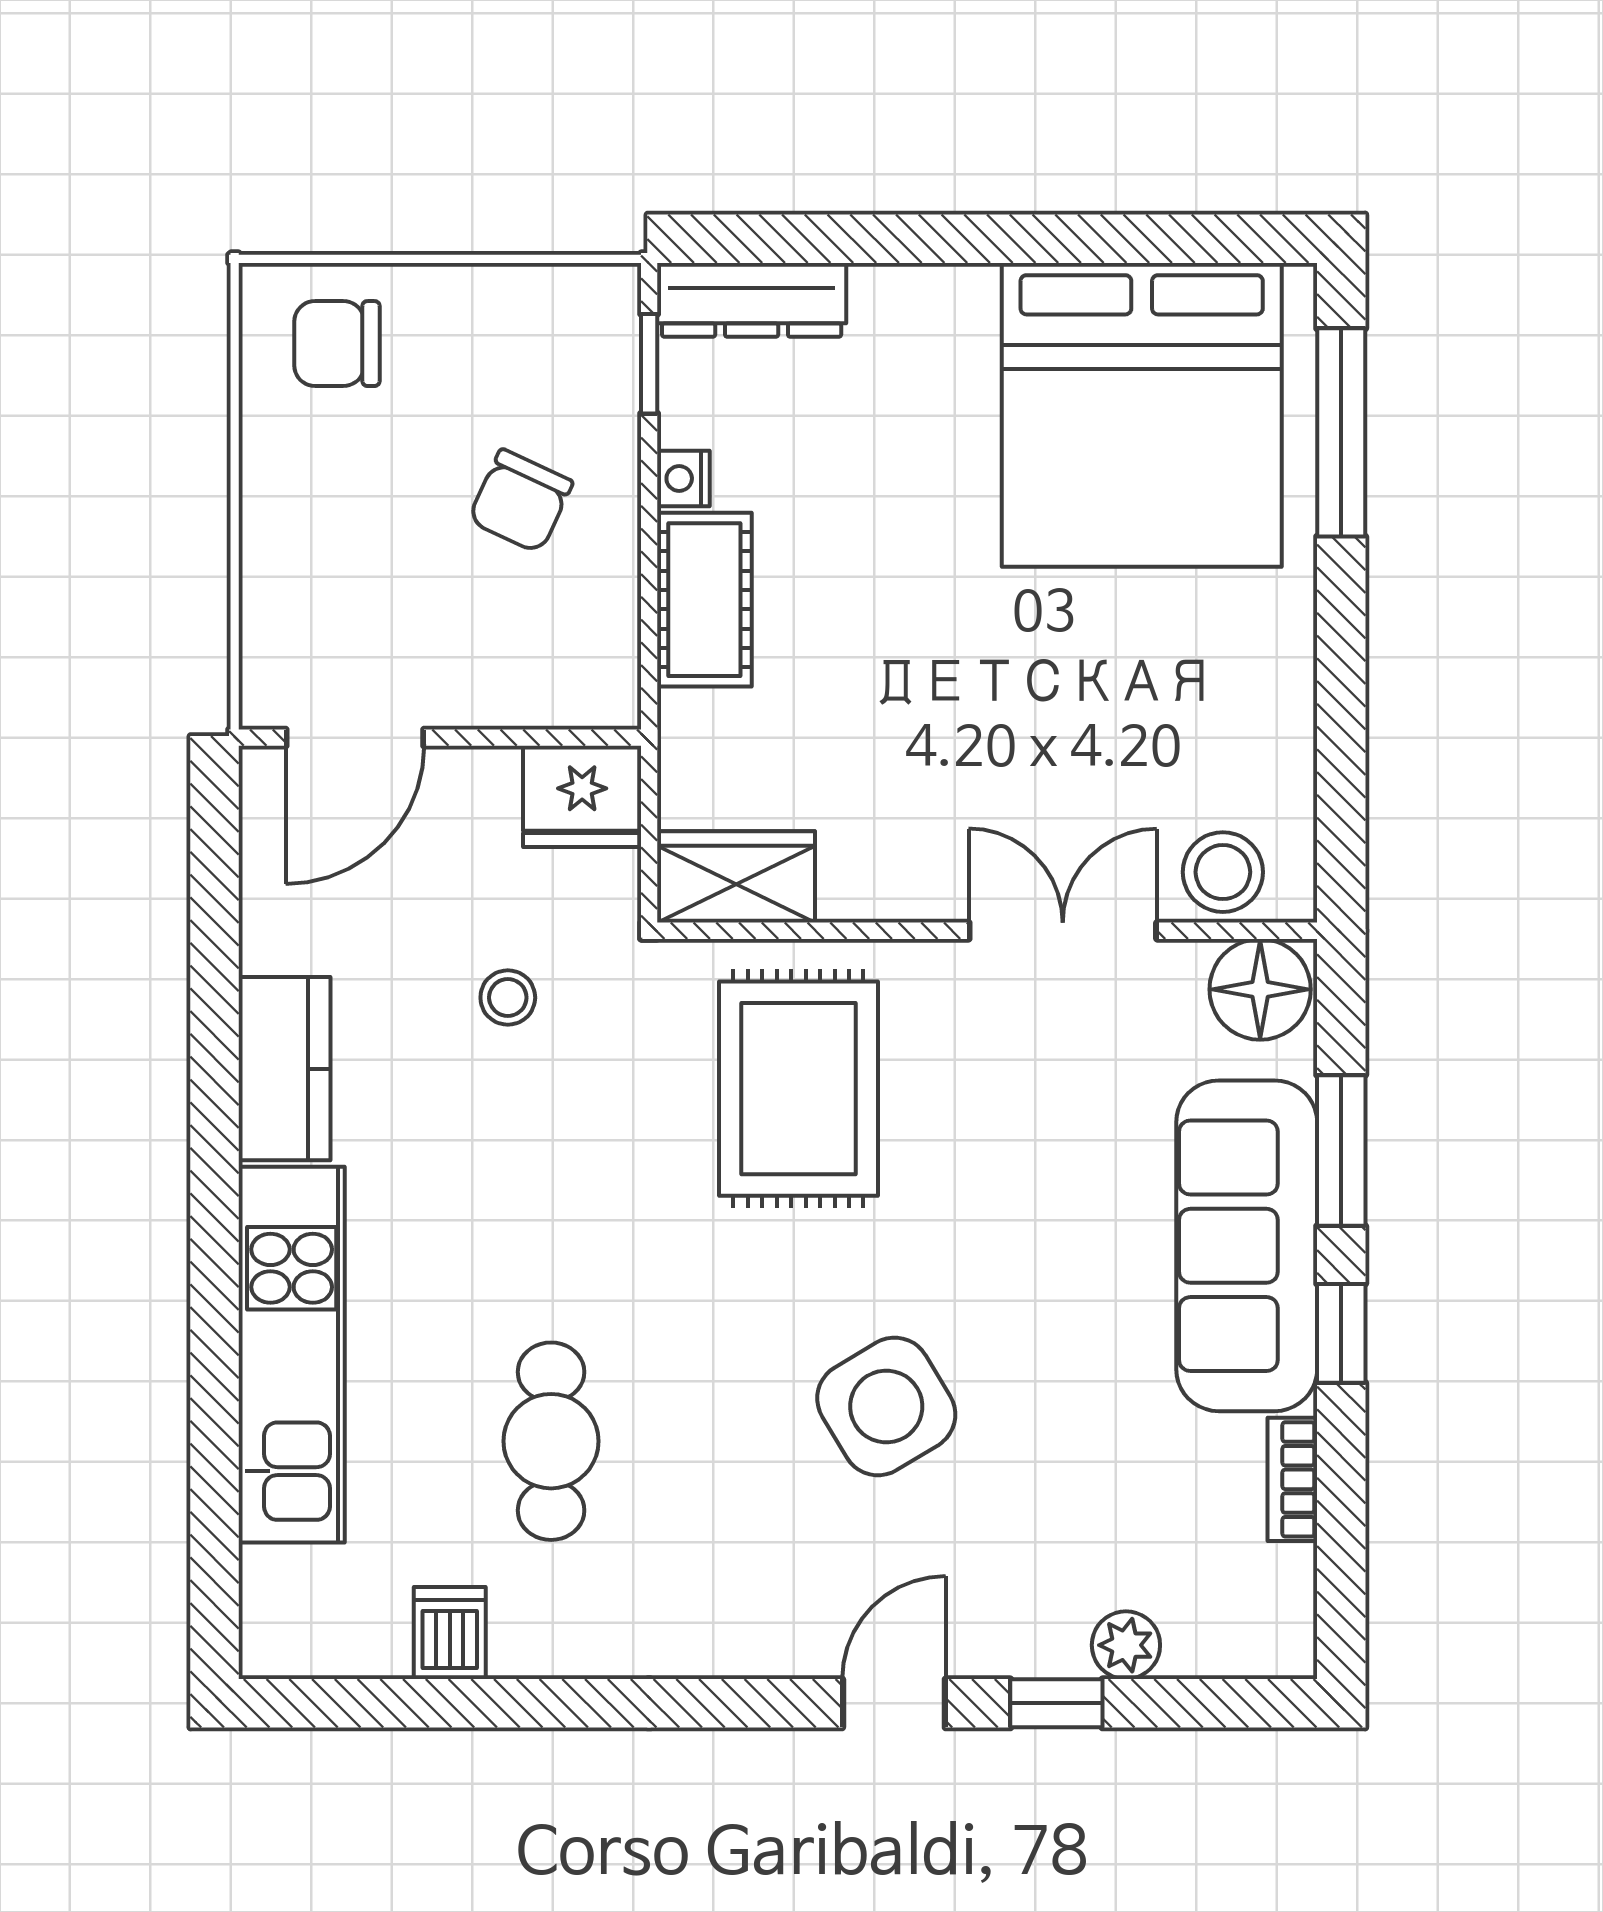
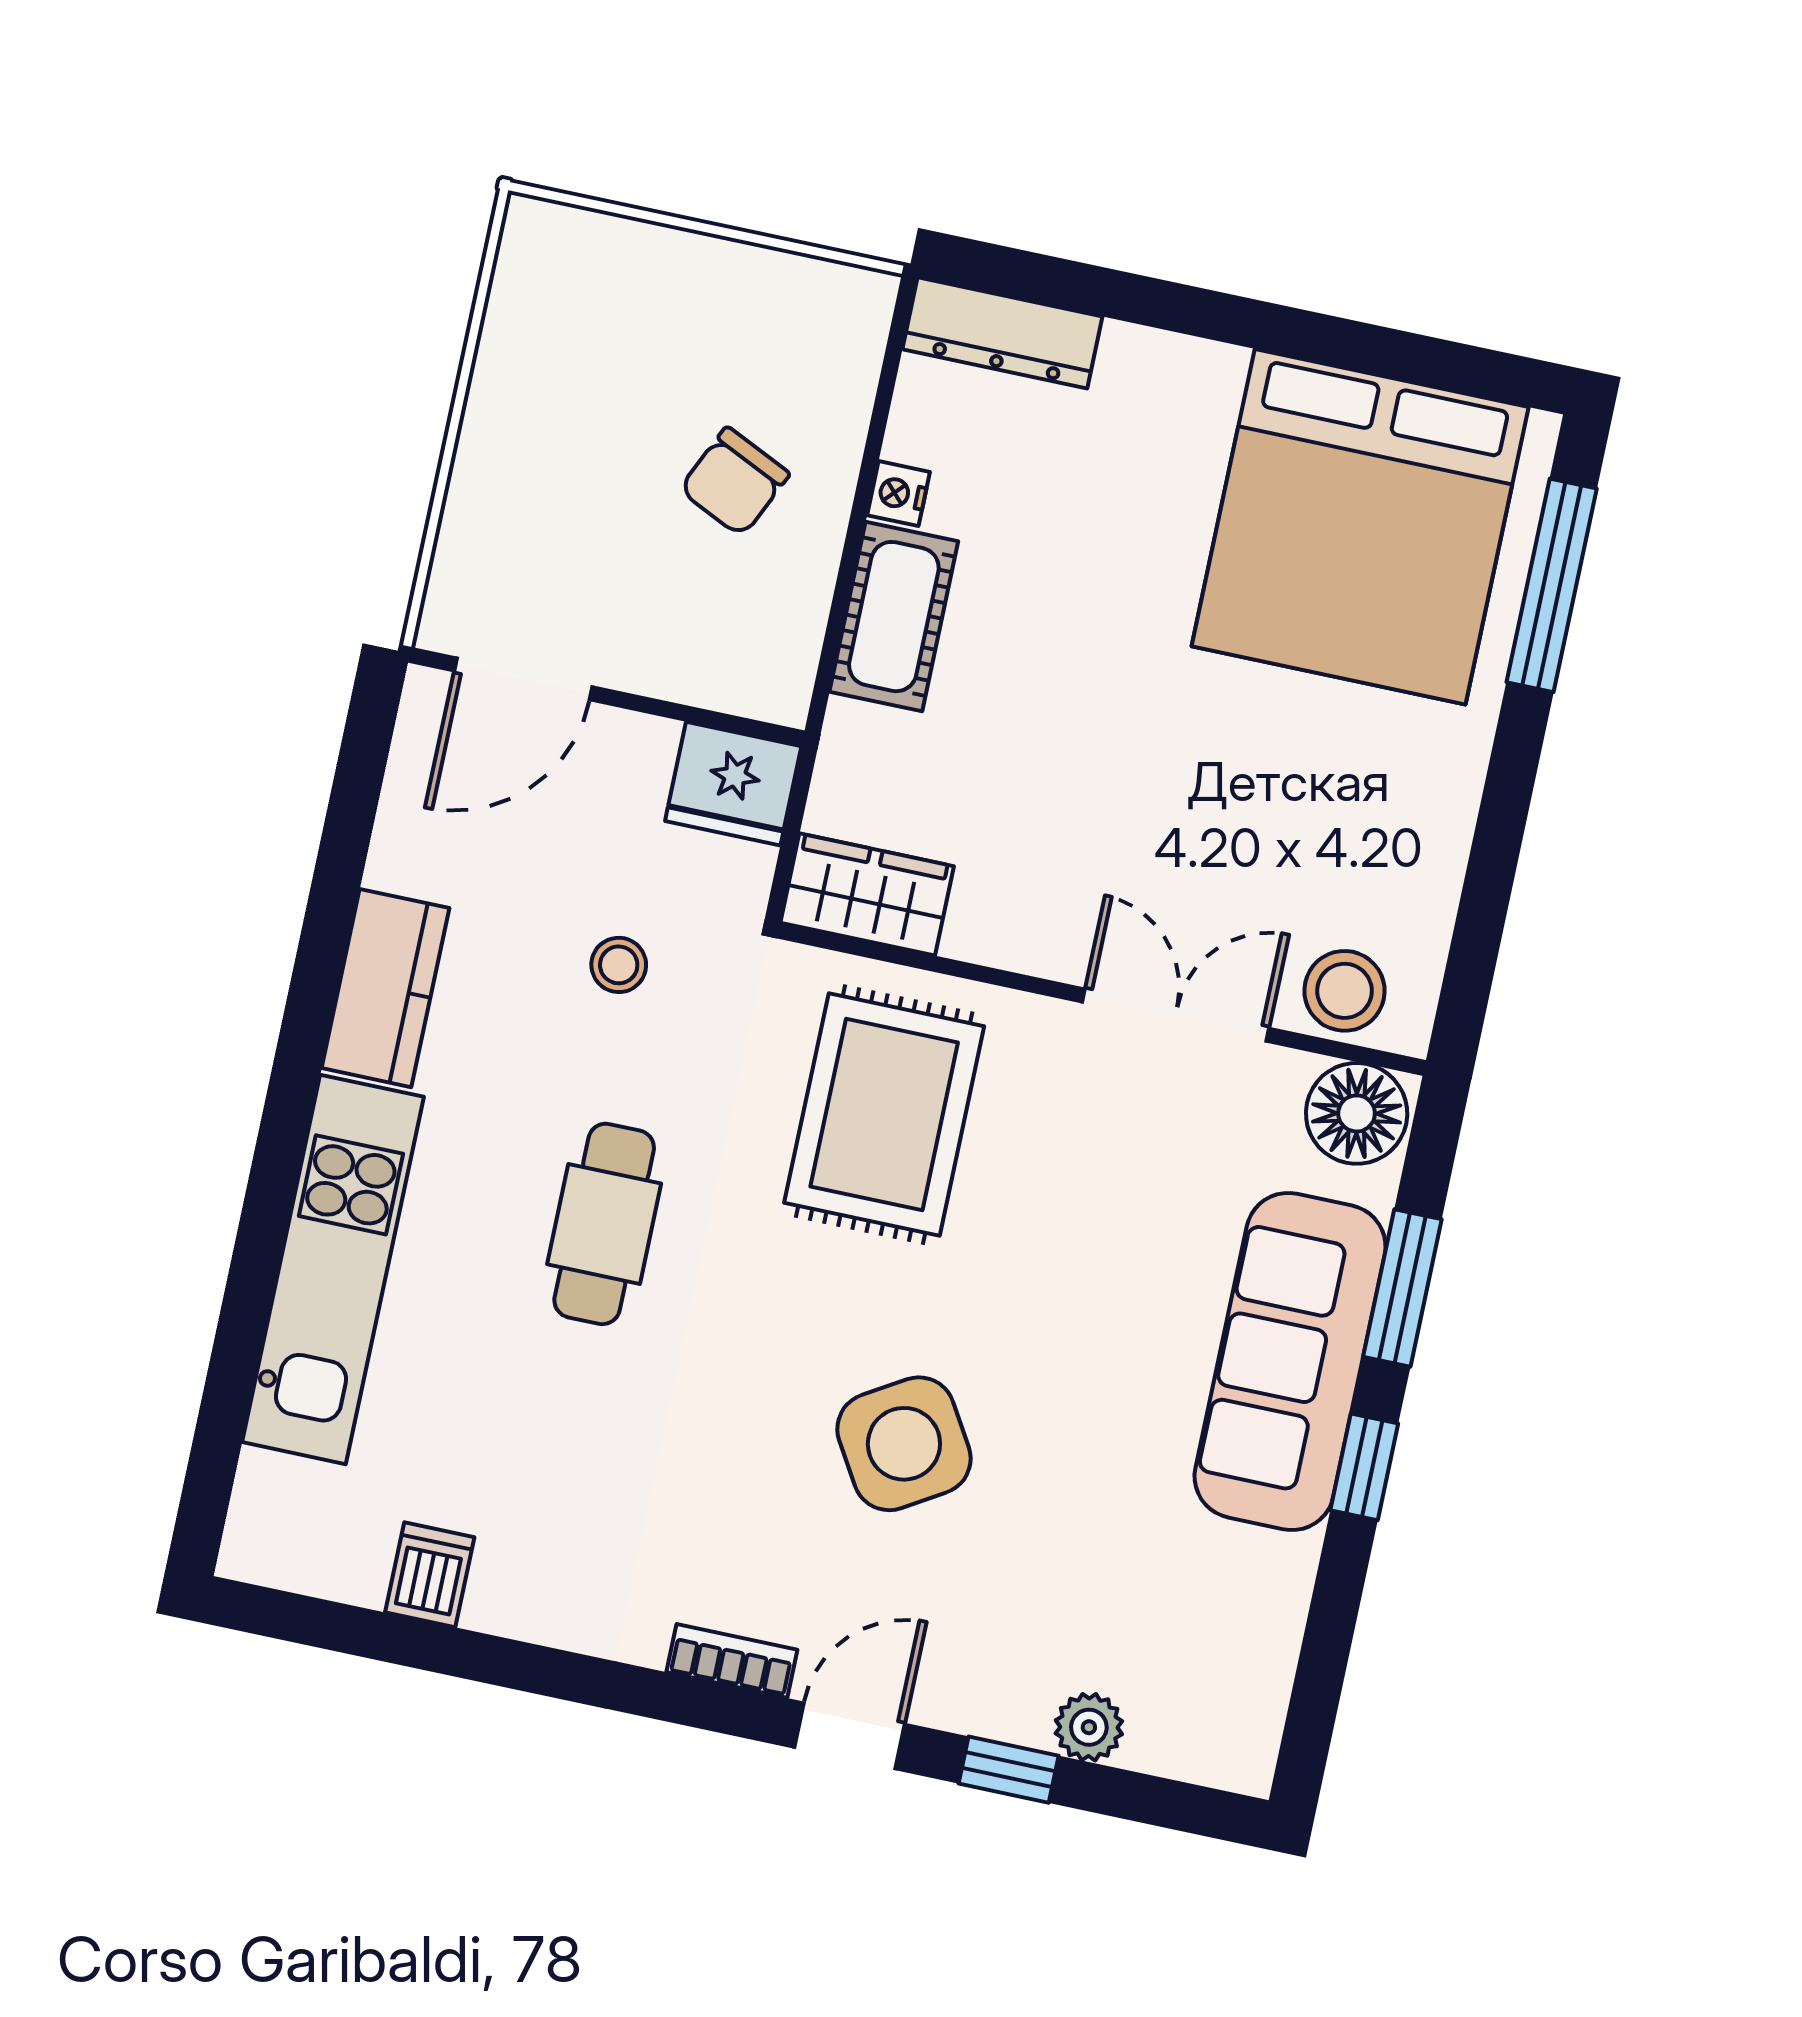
chair: (337, 344) -> (587, 289), removed
window: (649, 364) -> (889, 374), removed
cafe table: (551, 1441) -> (604, 1224), moved
bookcase: (1292, 1479) -> (732, 1661), moved, turned 90

